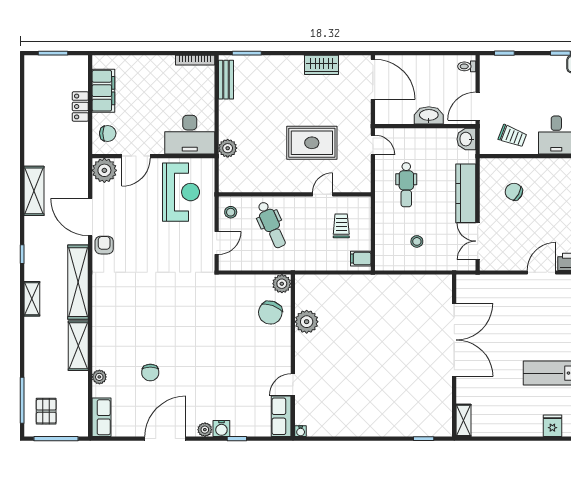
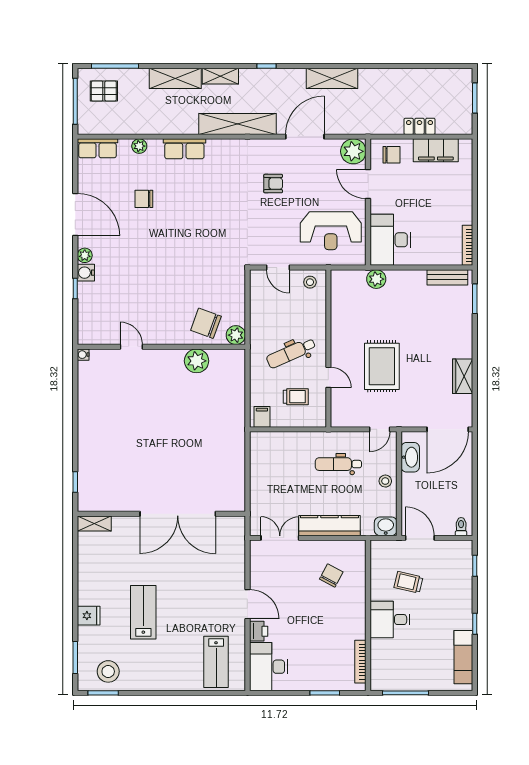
washbasin: (429, 115) -> (410, 457), moved
chair: (108, 133) -> (391, 155), turned -90
trolley: (513, 136) -> (408, 582), moved, turned 82
dental chair: (271, 225) -> (291, 353), moved
stool: (417, 241) -> (385, 481), moved
armchair: (104, 245) -> (273, 184), moved
shelving: (78, 346) -> (175, 78), moved
row of seats: (281, 416) -> (184, 149), moved, turned 180

